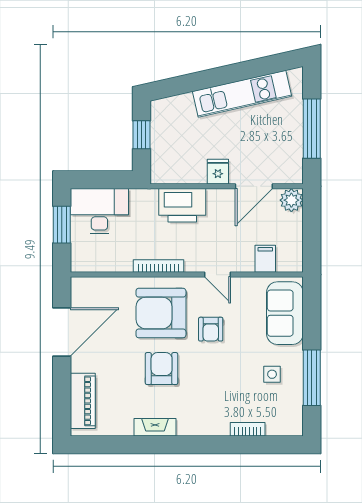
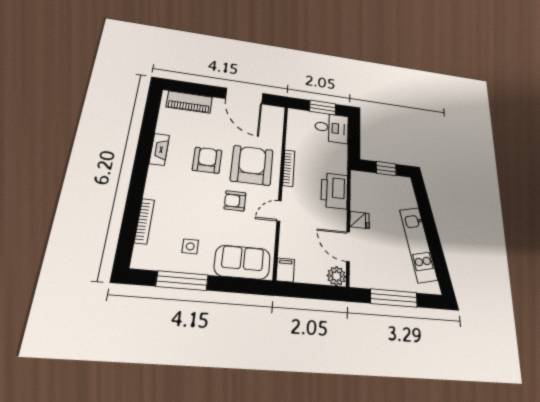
desk: (99, 211) -> (332, 128), width x0.73
filing cabinet: (265, 259) -> (285, 270), moved, turned -90
armchair: (162, 369) -> (207, 160), turned -90
bookcase: (248, 429) -> (144, 221), width x1.56

